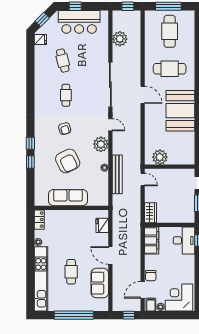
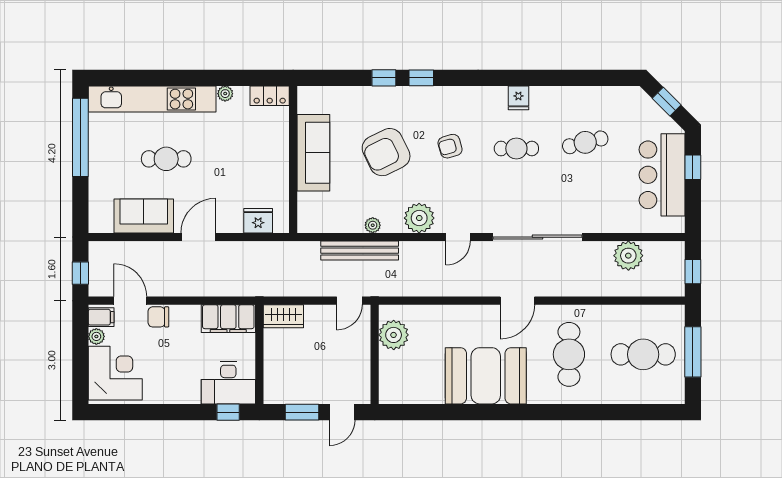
fridge: (40, 39) -> (518, 98), moved
window: (74, 315) -> (80, 137), moved

